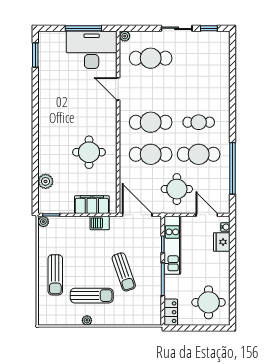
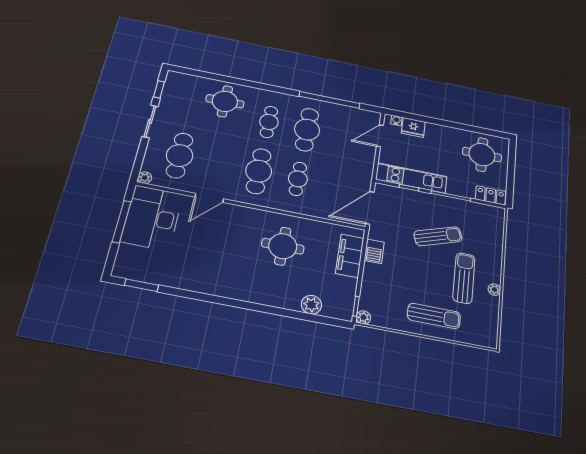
cafe table: (151, 154) -> (298, 179), width x0.73, depth x0.74
round table: (177, 189) -> (225, 101), moved

